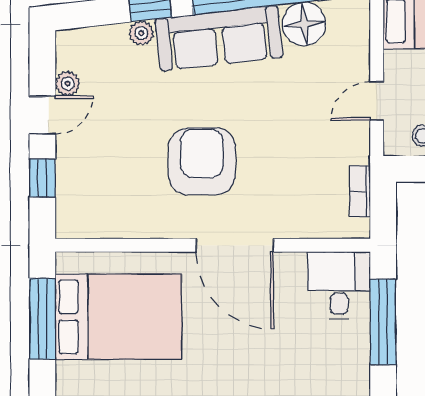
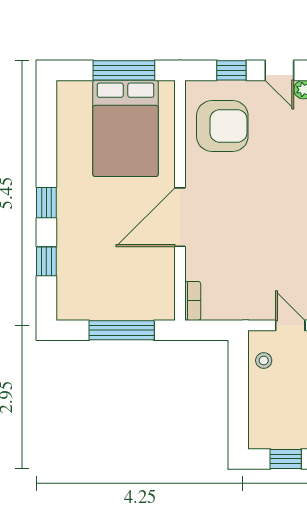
armchair: (202, 161) -> (222, 126), moved
bookcase: (360, 191) -> (193, 301), moved, turned 90
desk: (339, 285) -> (149, 297), removed

